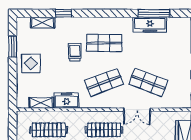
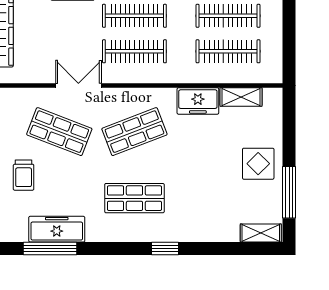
window: (63, 13) -> (165, 249), moved
shelving: (43, 22) -> (261, 233), moved
window: (13, 46) -> (289, 192), width x1.44
trolley: (75, 52) -> (24, 175), moved

